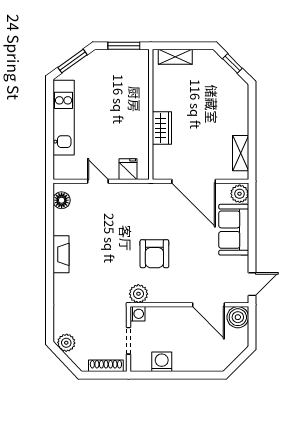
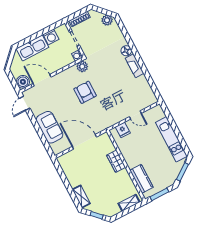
kitchen counter: (138, 83) -> (141, 179), added
shelving: (241, 153) -> (81, 196), moved
plant: (240, 194) -> (56, 148), removed
floor lamp: (62, 200) -> (126, 51), moved
kitchen sink: (198, 360) -> (32, 48), added

